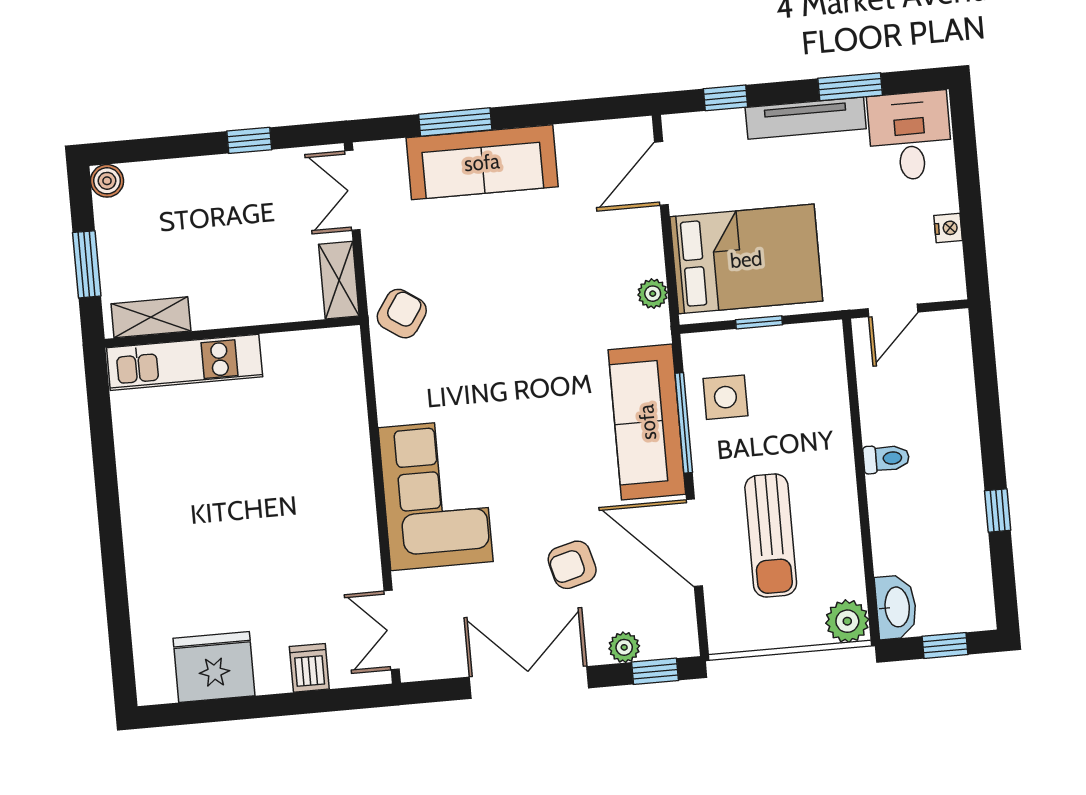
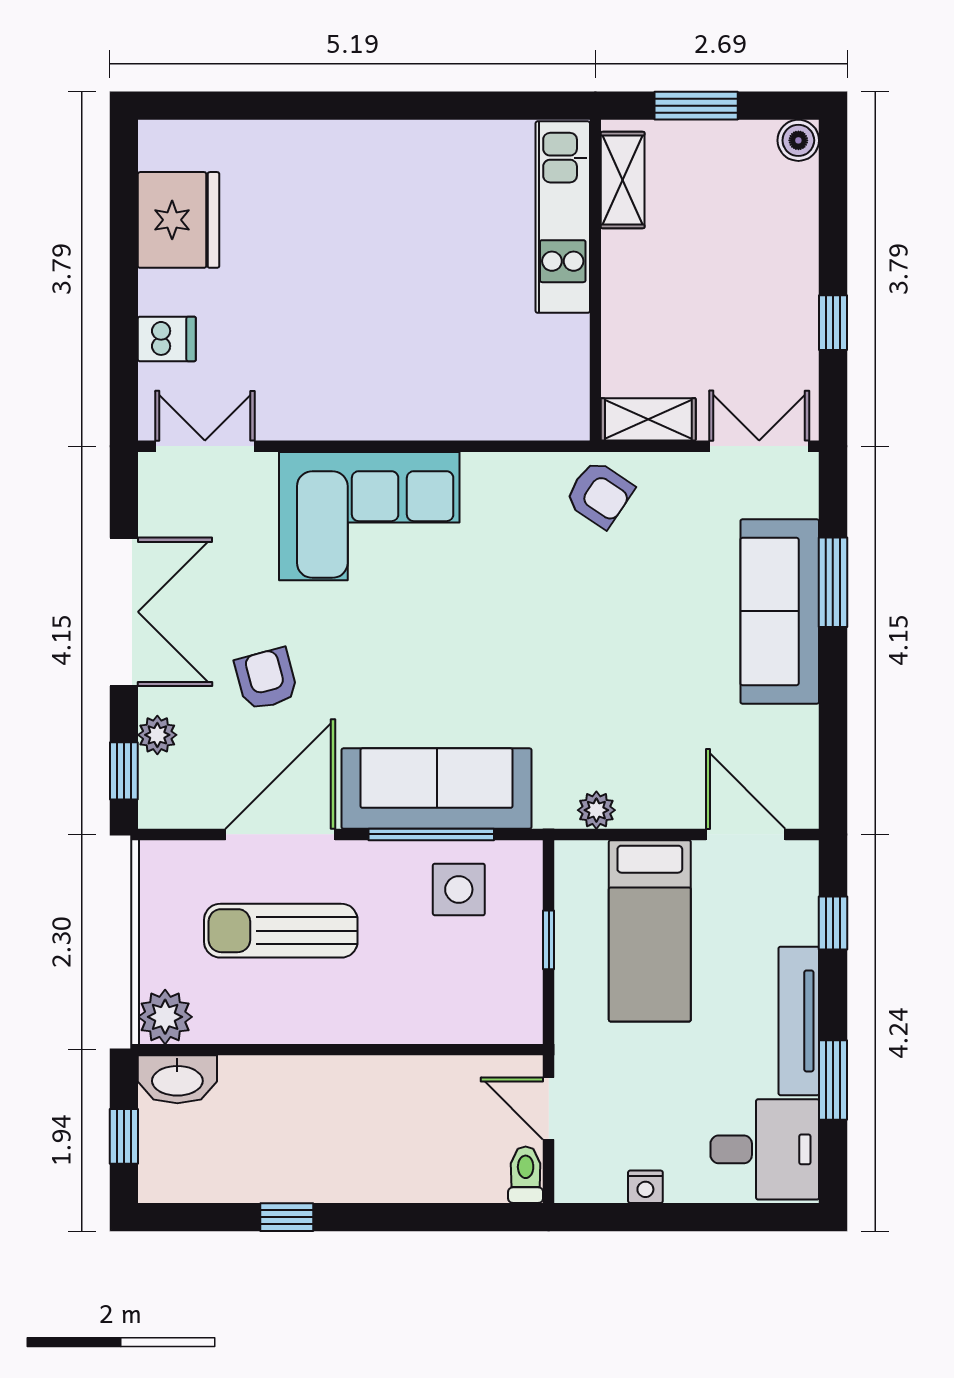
bed: (746, 259) -> (650, 931), width x0.67
toilet: (886, 459) -> (526, 1175), moved, turned 180

